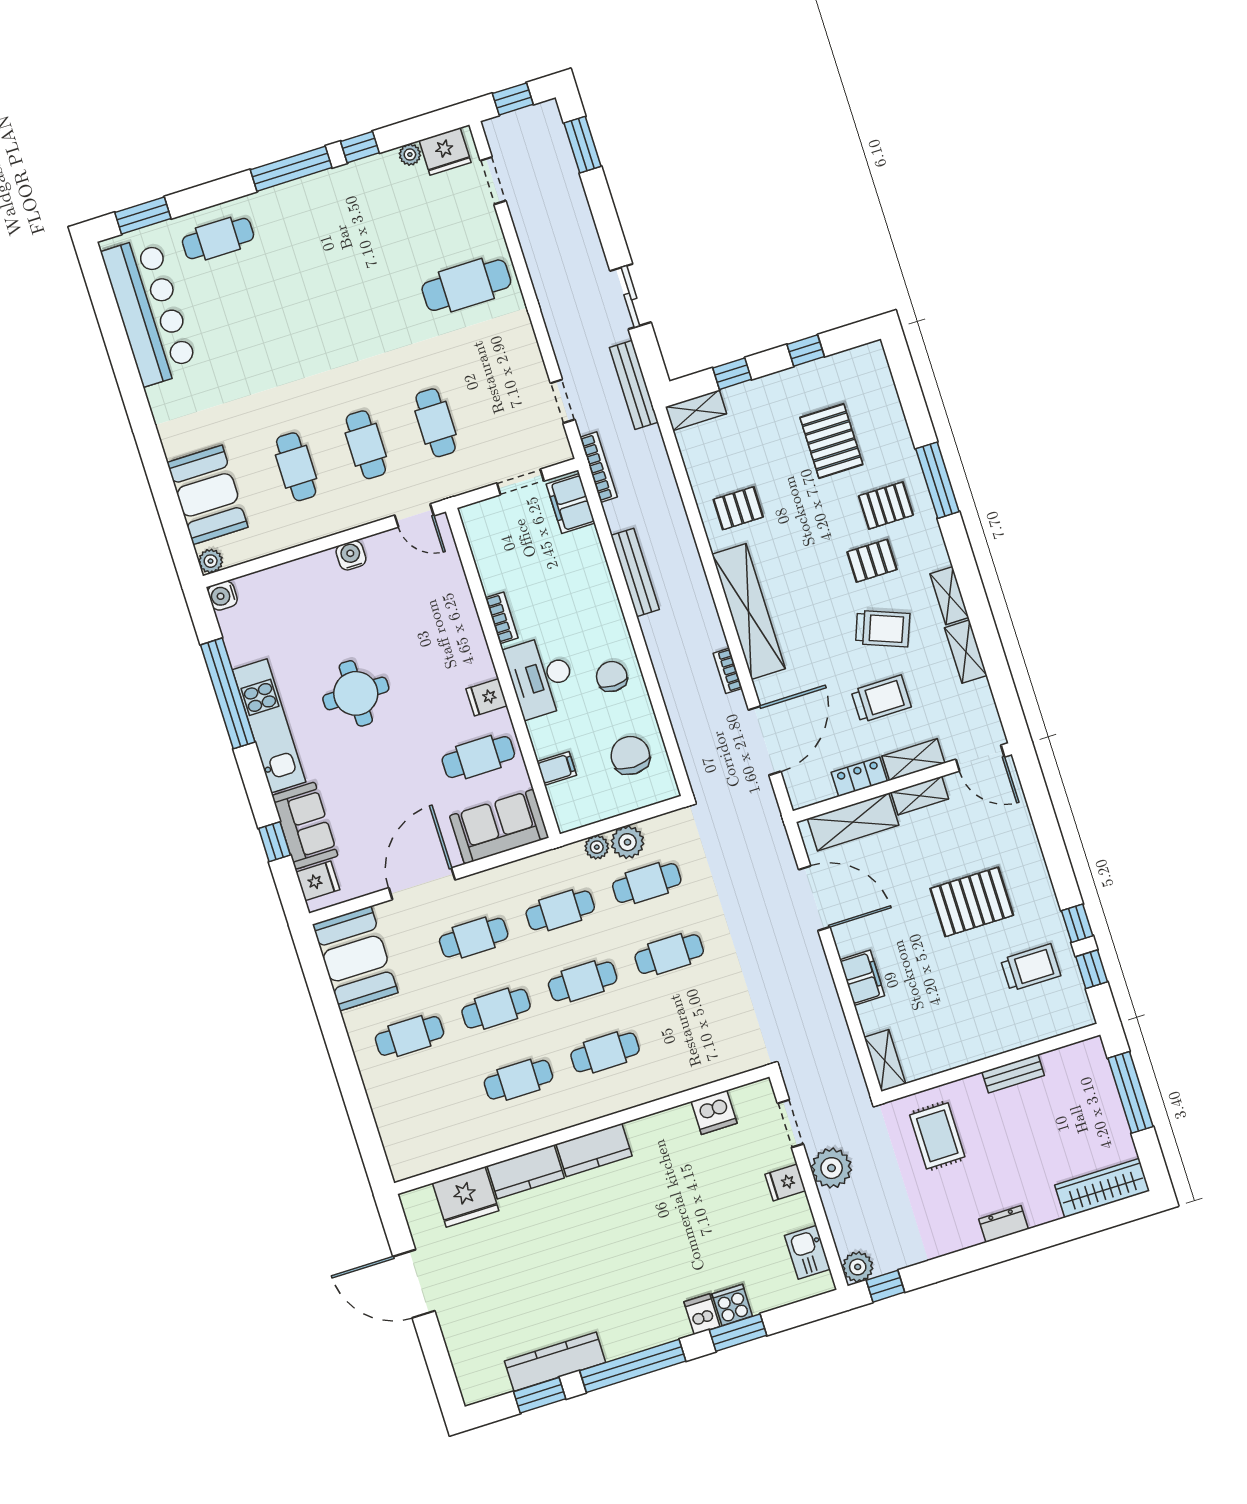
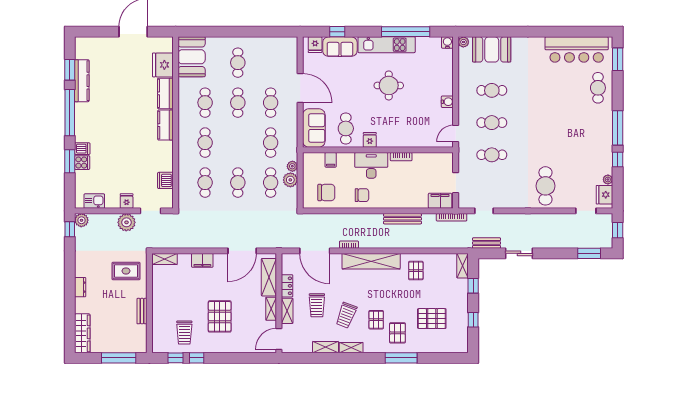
bench: (634, 385) -> (487, 243), width x0.73
booth: (355, 959) -> (192, 57), moved, turned 90
cafe table: (583, 981) -> (205, 183), moved

